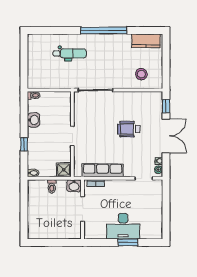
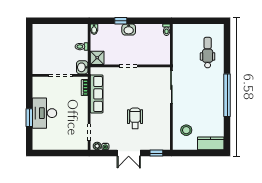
kitchen counter: (146, 41) -> (211, 143), moved, turned 90
dental chair: (70, 53) -> (208, 53), moved, turned 180
washbasin: (33, 120) -> (129, 30), moved
double door: (166, 136) -> (129, 153), width x0.73

